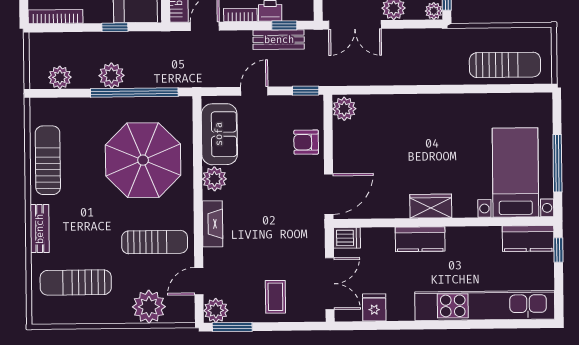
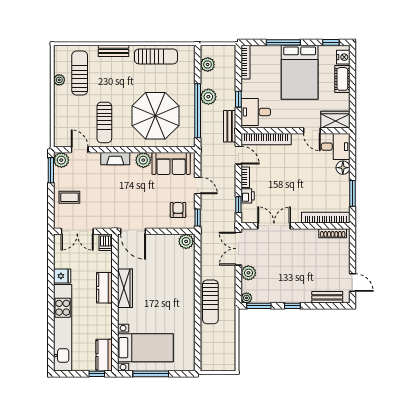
bench: (279, 40) -> (230, 126), moved
sun lounger: (505, 65) -> (210, 302), moved
armchair: (306, 142) -> (178, 210), moved
wardrobe: (431, 206) -> (125, 288), width x1.50
plant: (149, 307) -> (59, 80), moved, width x0.53, depth x0.53
fridge: (374, 307) -> (62, 276), moved

